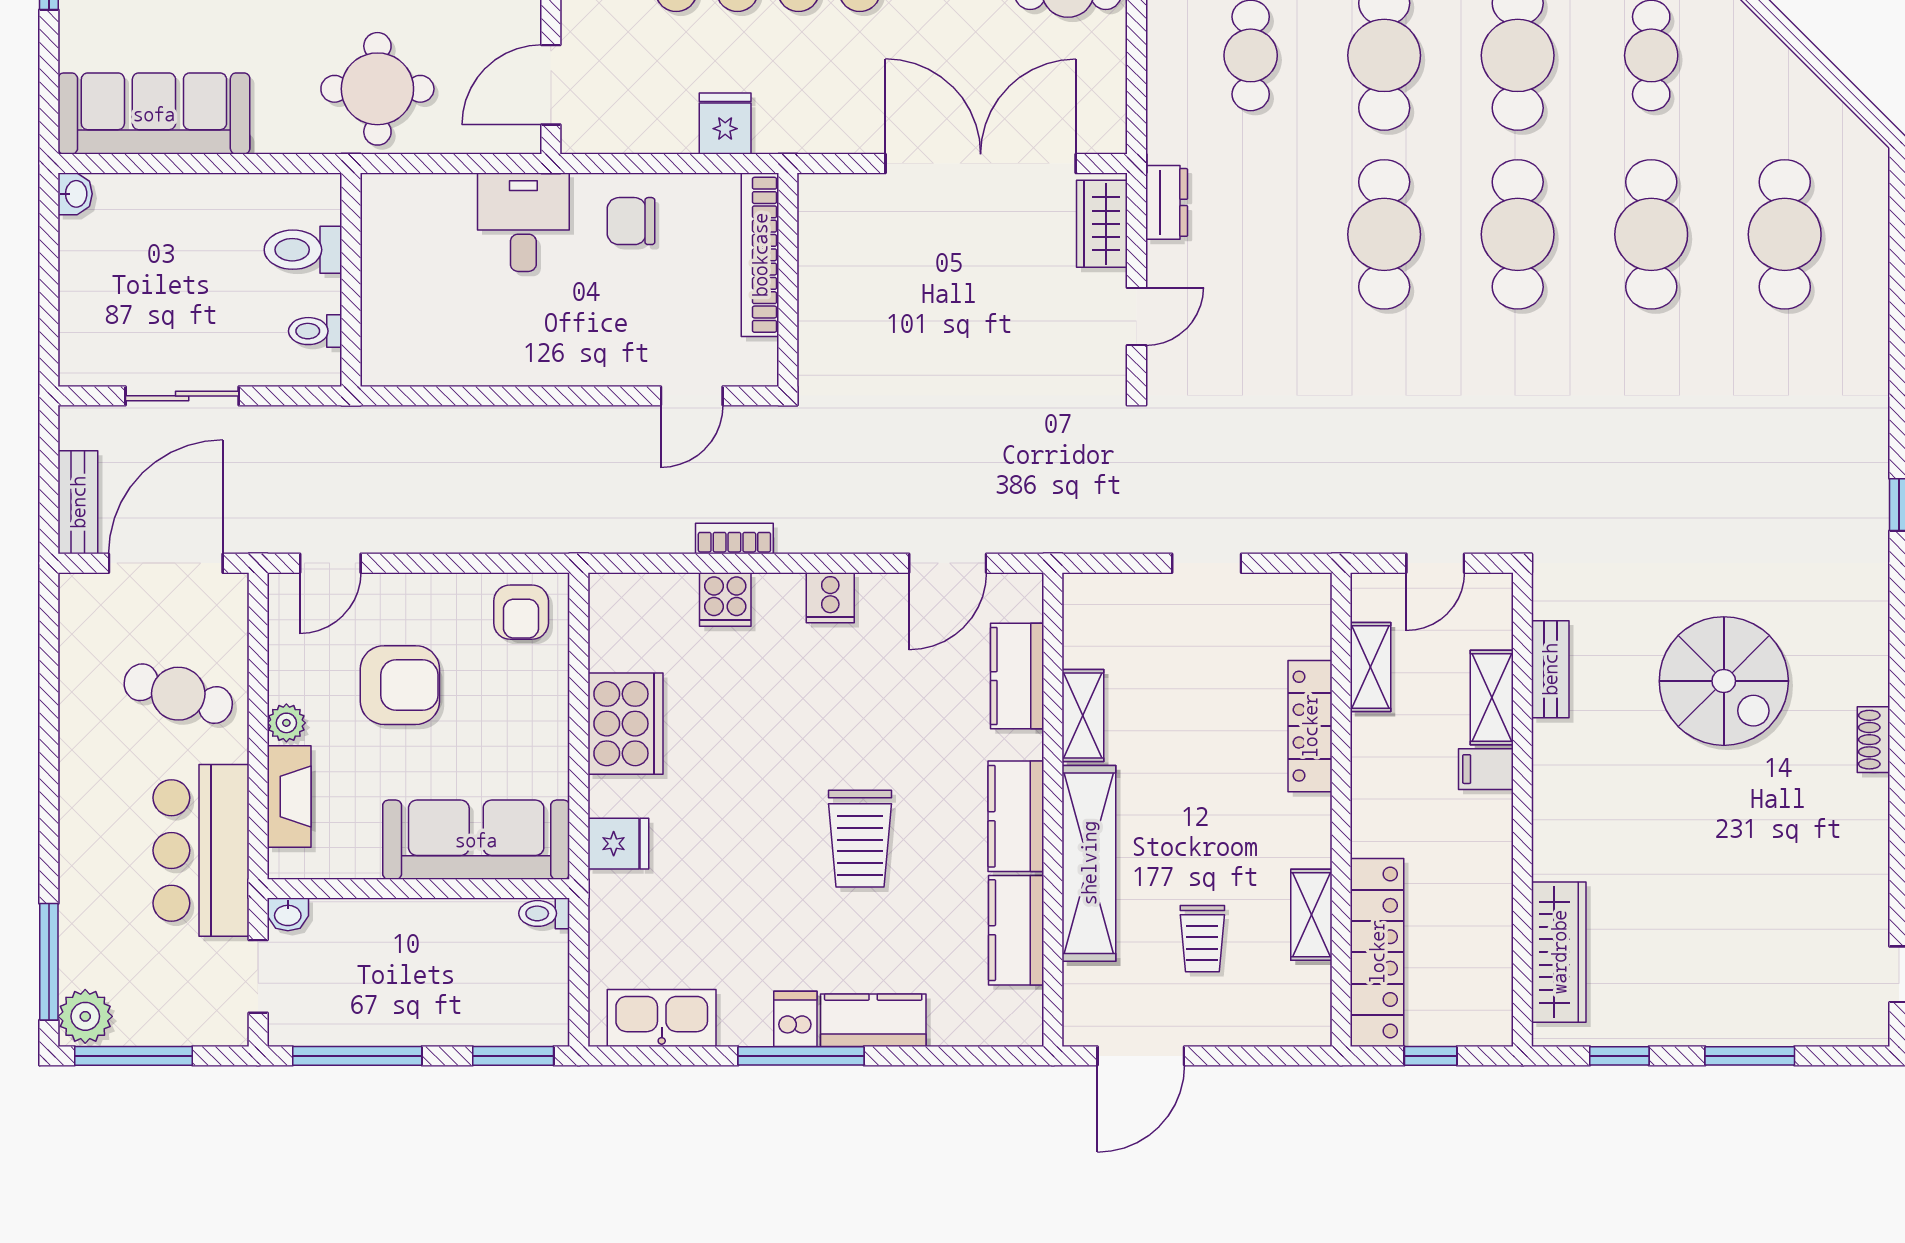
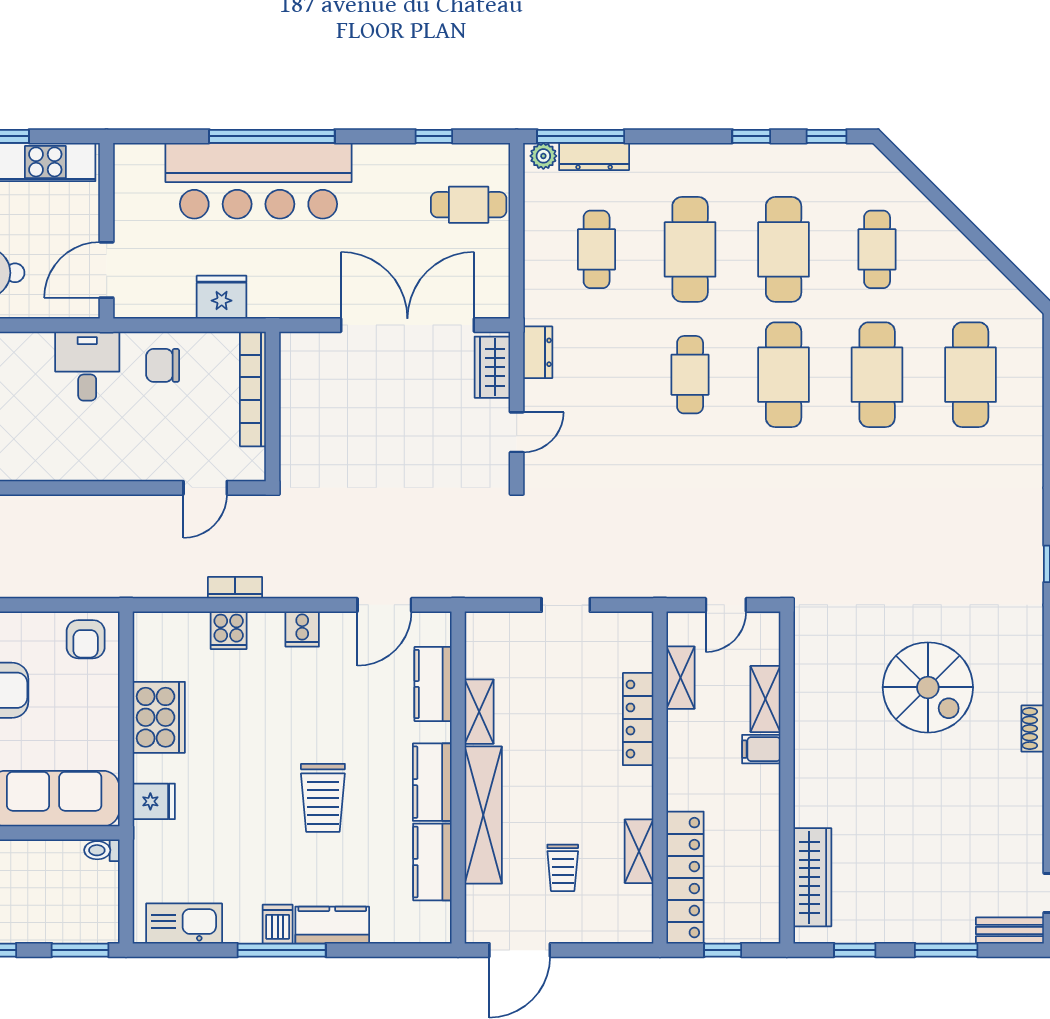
fridge: (725, 124) -> (222, 297), width x1.38
cafe table: (1384, 234) -> (690, 375), width x0.73, depth x0.74
bench: (1550, 669) -> (1010, 930), moved, turned 90

